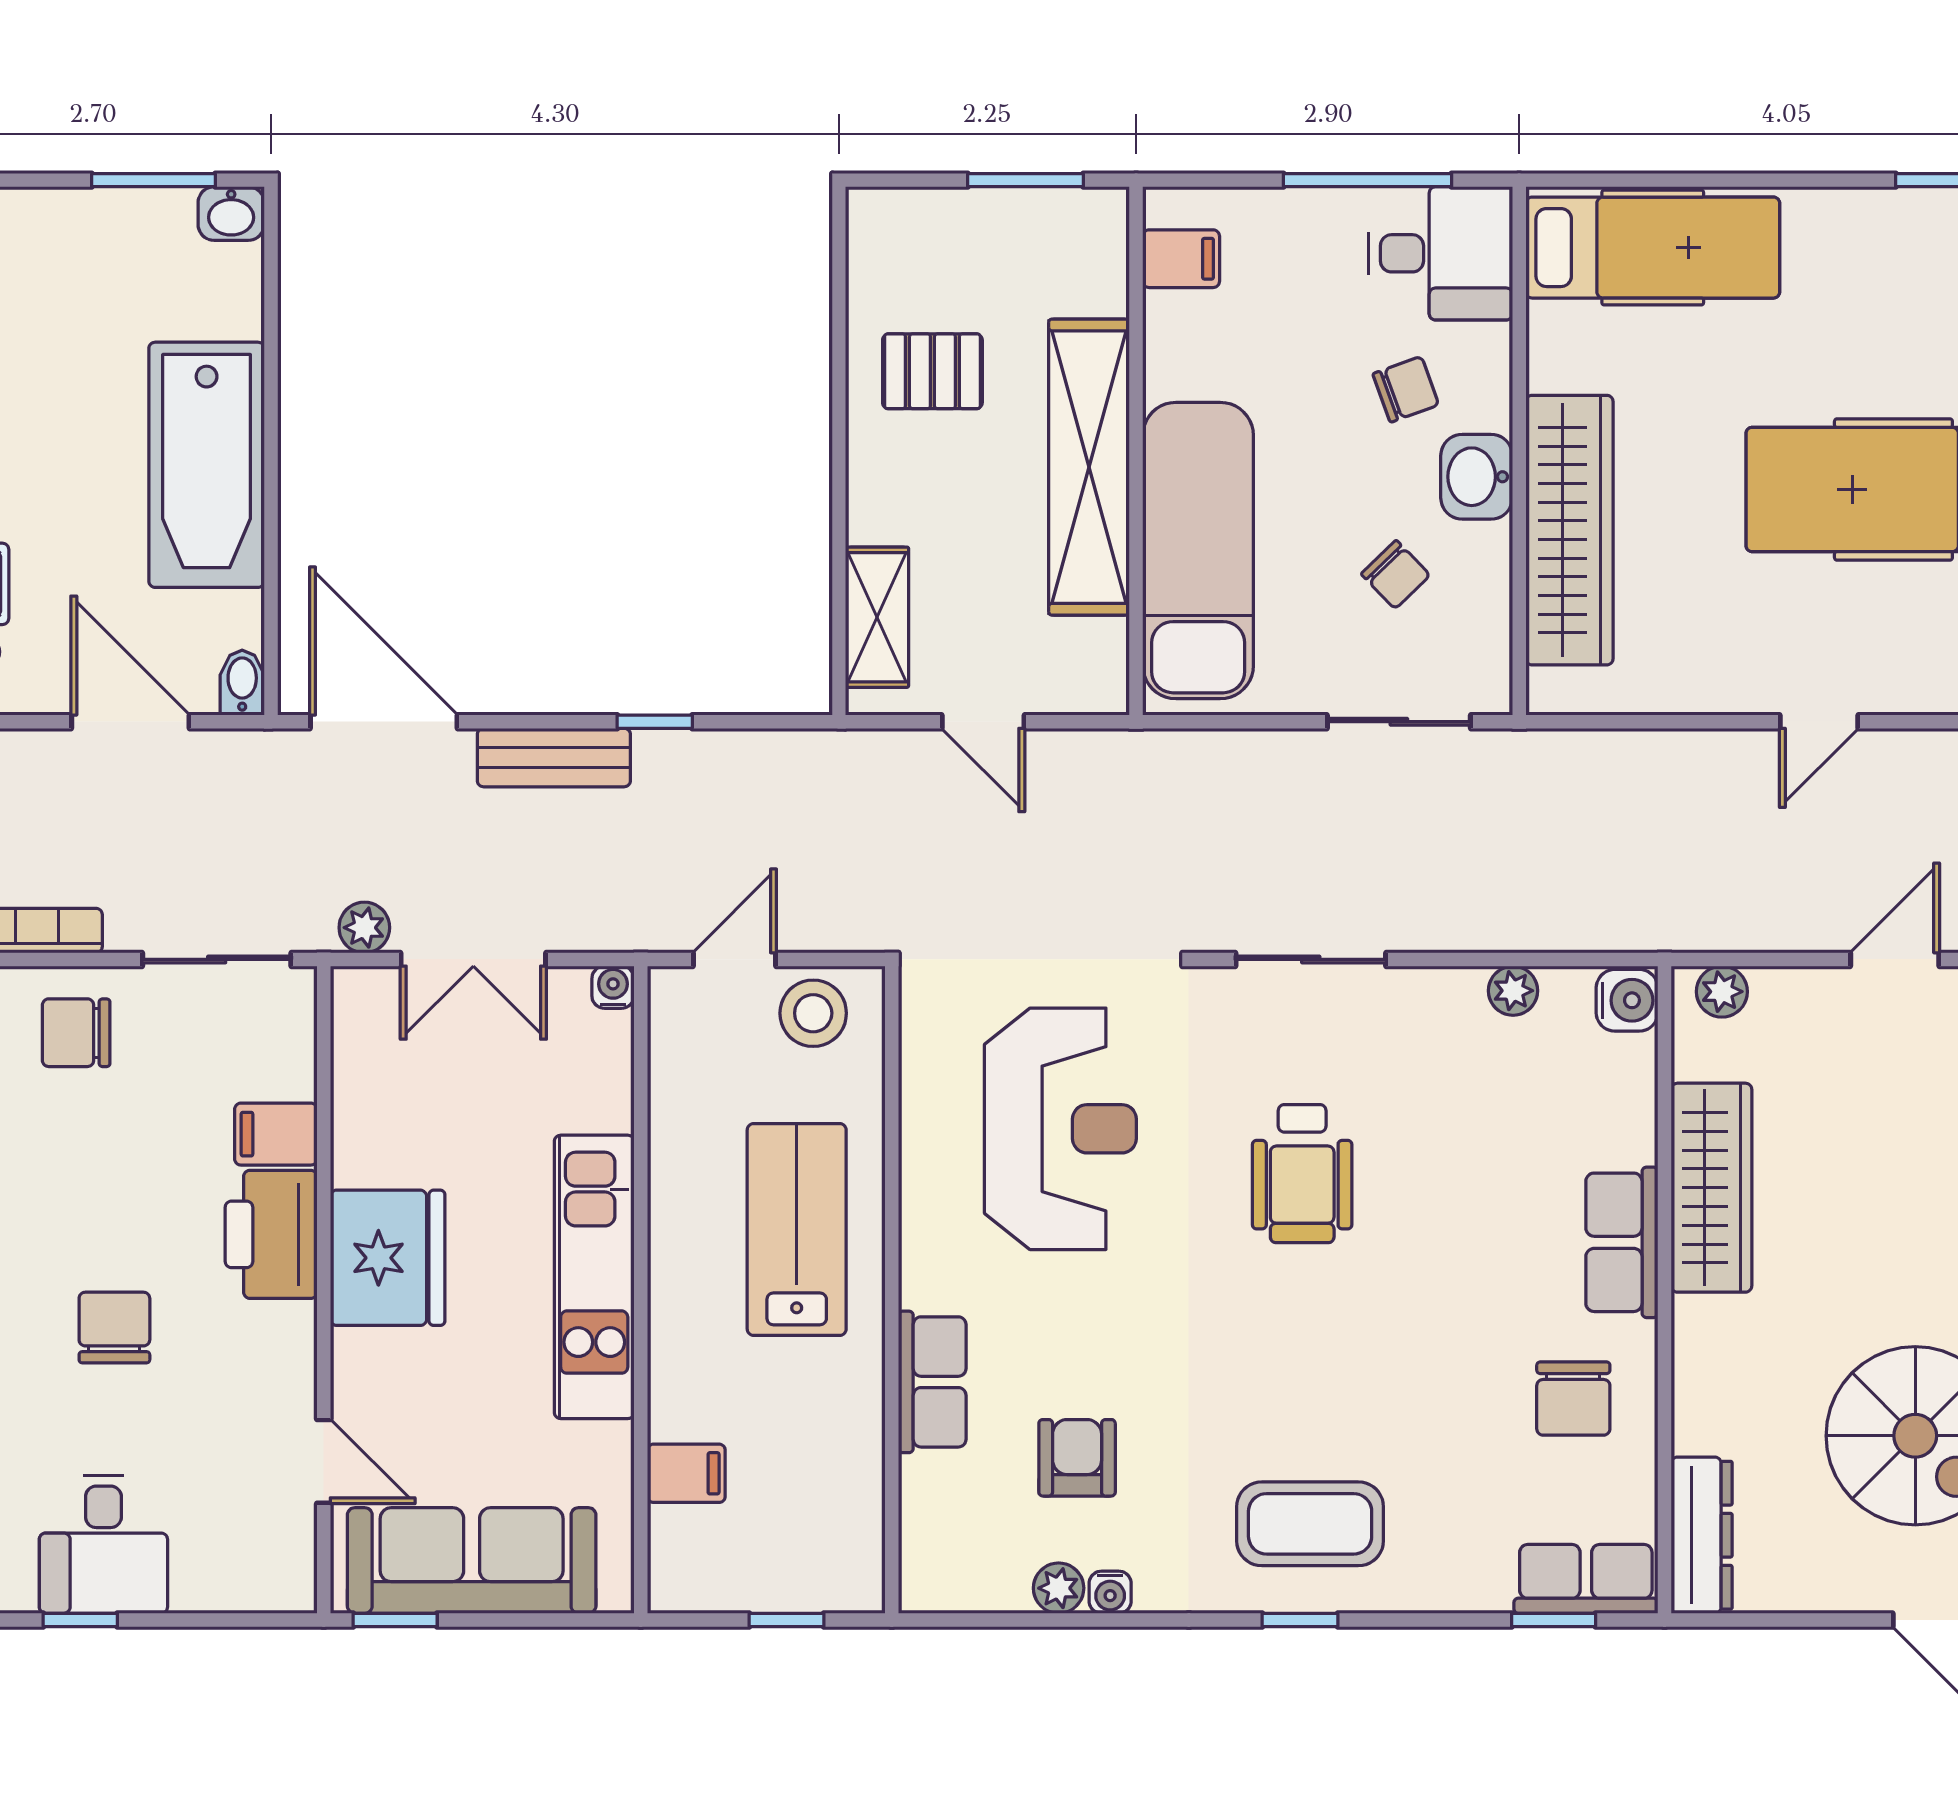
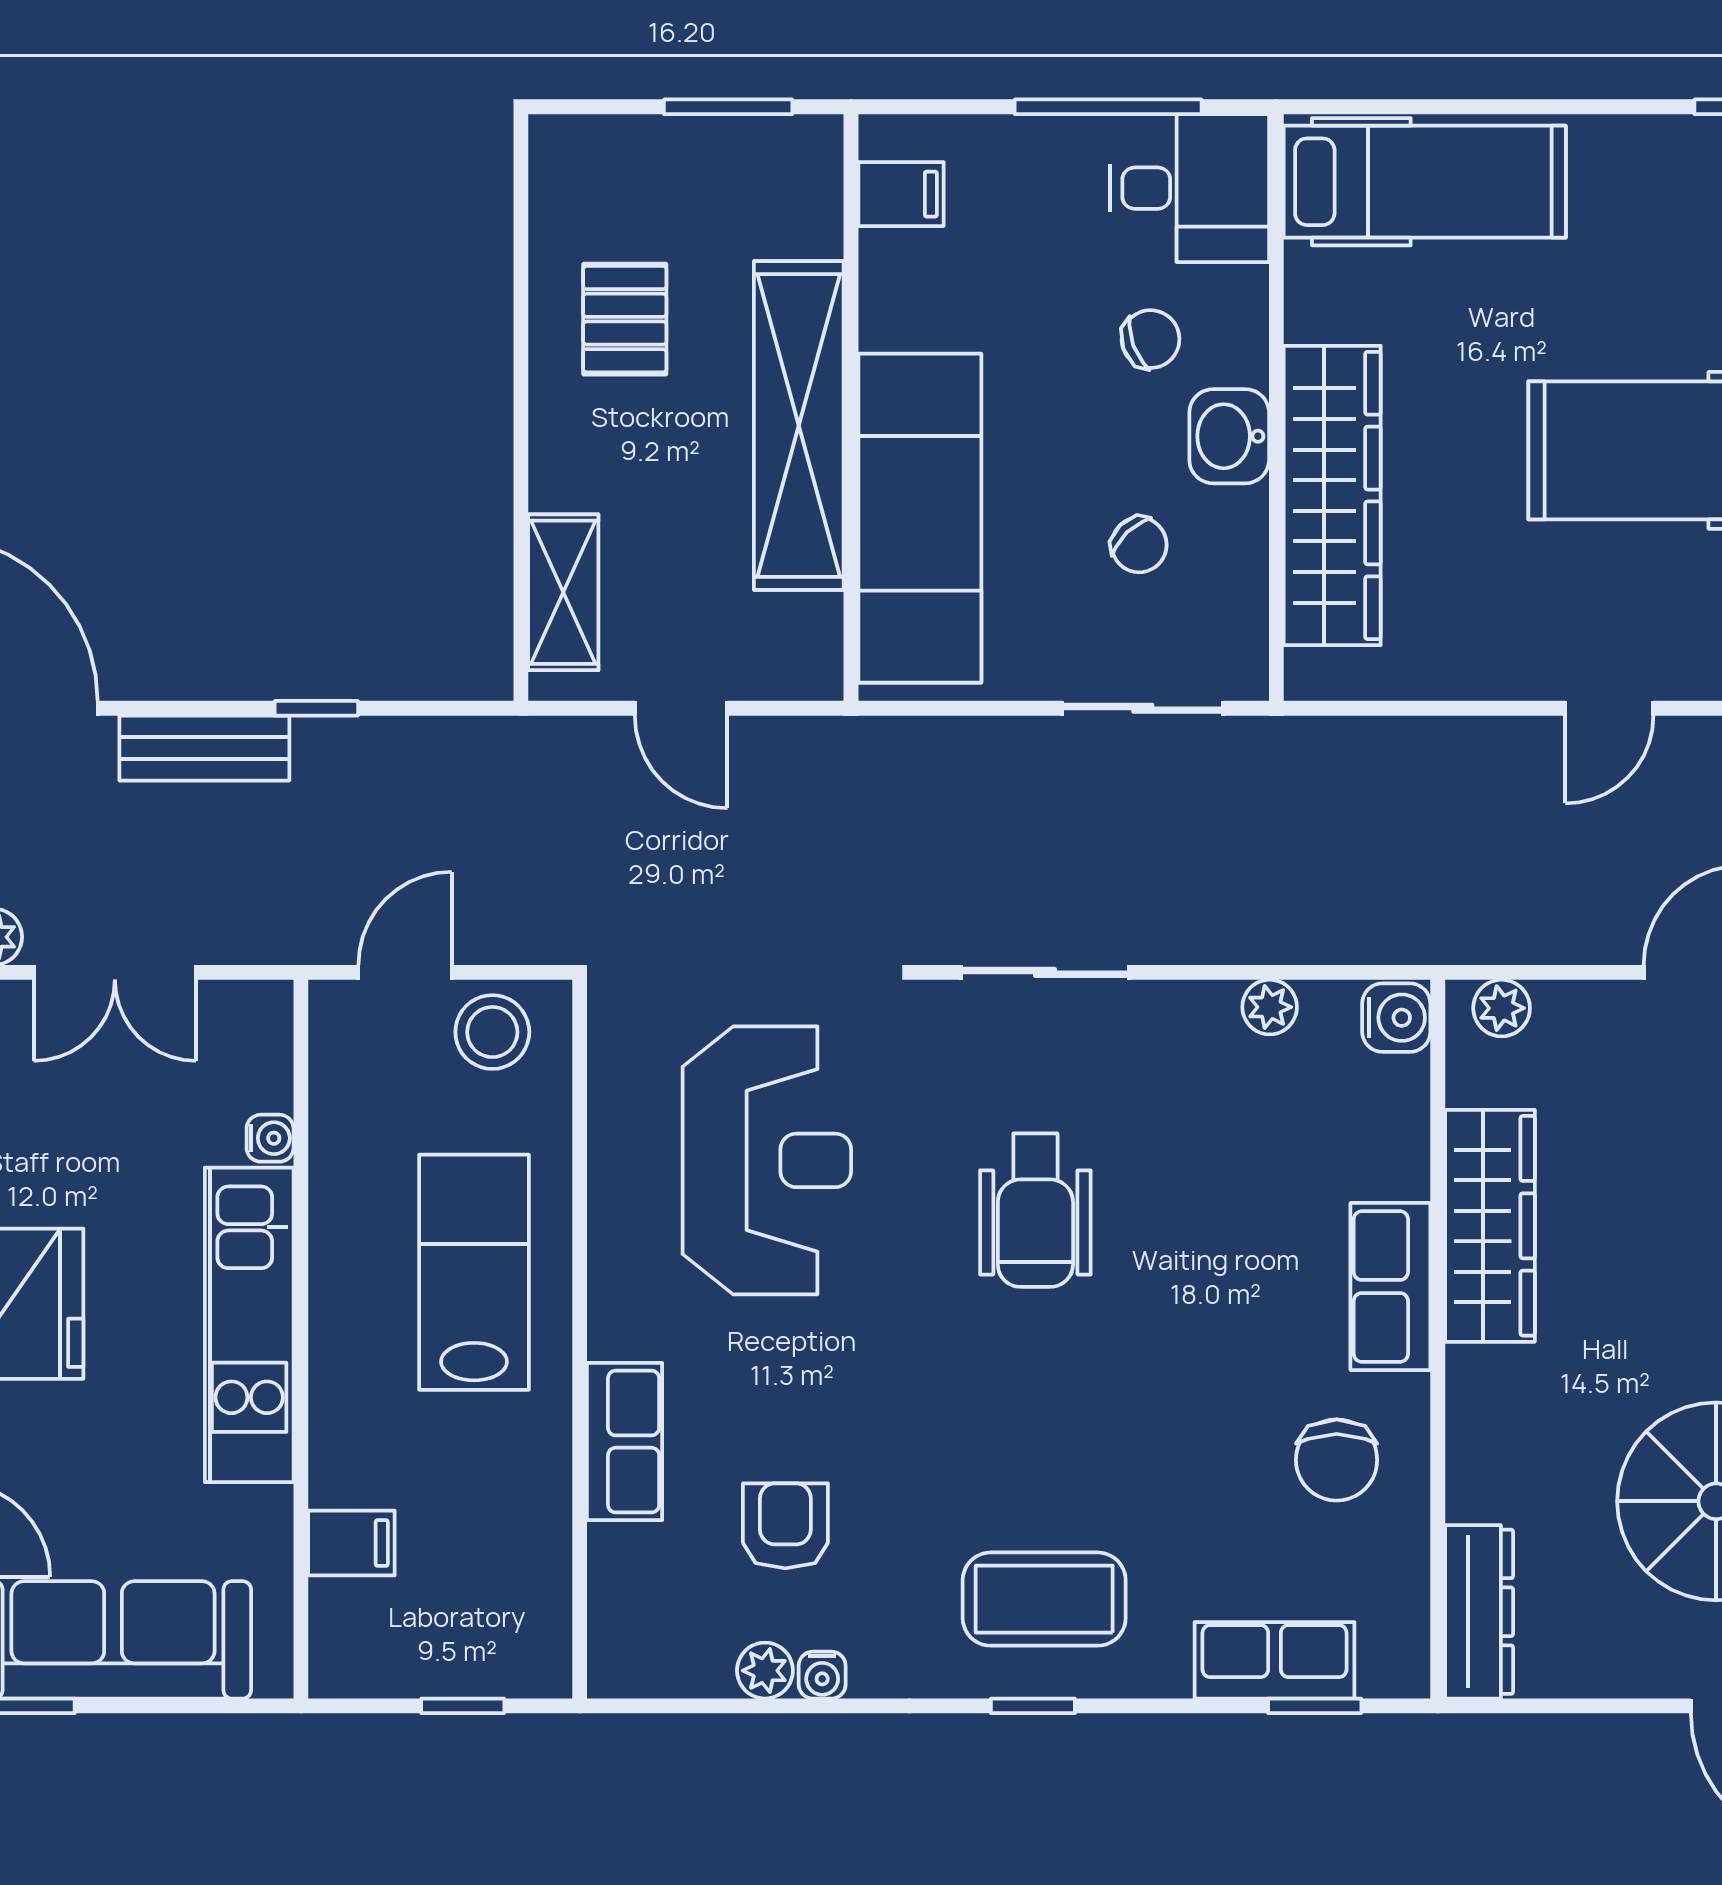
pallet: (932, 371) -> (625, 319), turned 90
water cooler: (613, 987) -> (270, 1138), moved, turned 90
row of seats: (1586, 1579) -> (1274, 1660), moved

